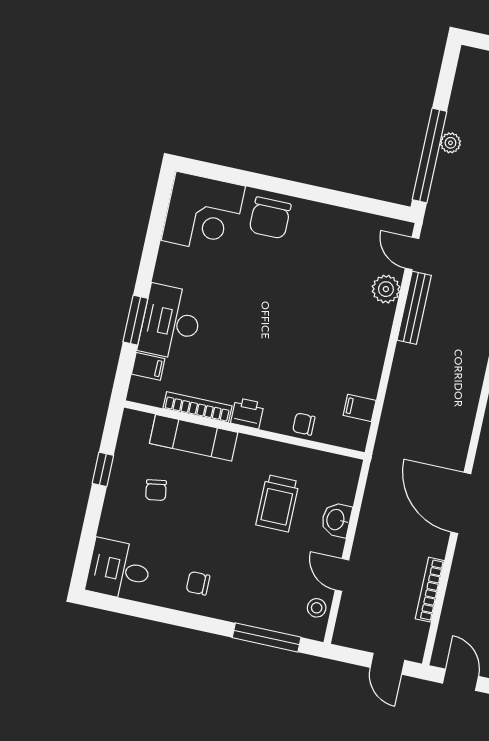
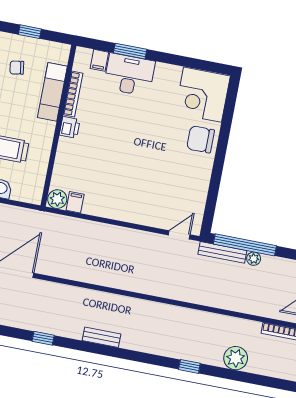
plant: (386, 289) -> (57, 199), moved
bench: (414, 308) -> (222, 252), moved
chair: (304, 424) -> (63, 165), removed

